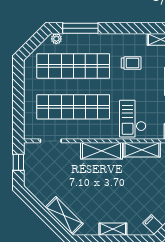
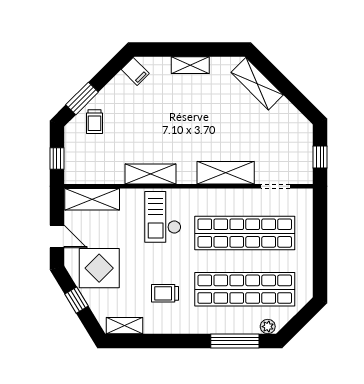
checkout: (133, 119) -> (163, 217), turned 180
shelving: (101, 151) -> (226, 173), moved

